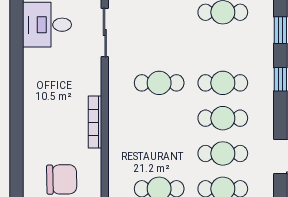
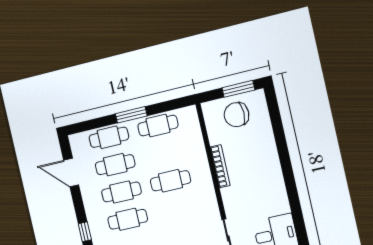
cafe table: (159, 83) -> (170, 181), moved

